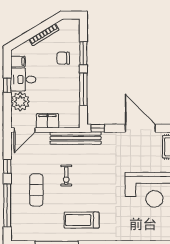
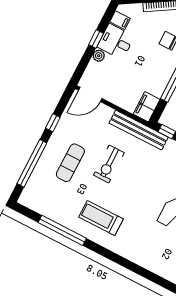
plant: (20, 102) -> (99, 56), width x0.53, depth x0.53
filing cabinet: (48, 121) -> (147, 107), moved, turned -90
exercise bike: (66, 176) -> (109, 164), width x1.38, depth x1.39

